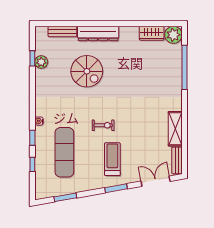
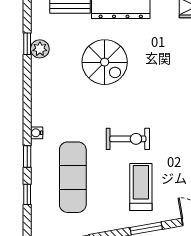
exercise bike: (103, 125) -> (128, 139), width x1.38, depth x1.39

